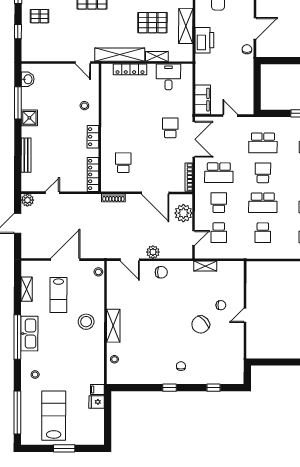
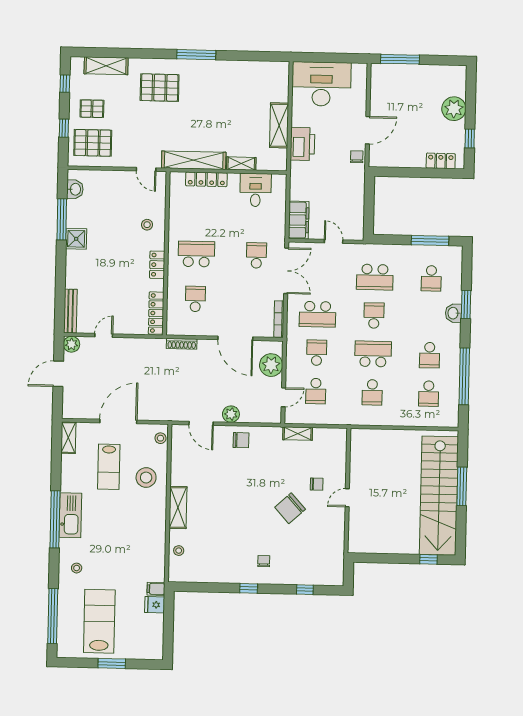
pallet: (152, 23) -> (93, 143), moved
school desk: (123, 128) -> (196, 254), added
bench: (26, 155) -> (70, 311), moved
school desk: (263, 203) -> (373, 354), turned 180
shelving: (27, 289) -> (68, 438), moved
stool: (86, 322) -> (146, 478), moved

